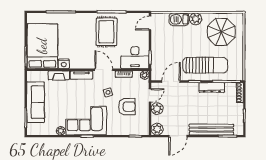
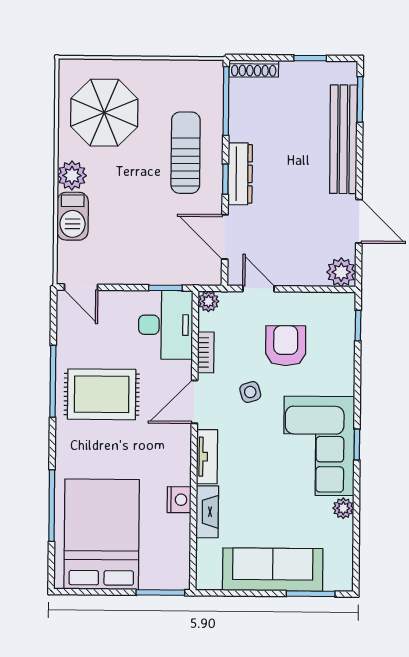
bed: (42, 46) -> (102, 534), moved, turned 90
sun lounger: (205, 65) -> (186, 153), width x0.73, depth x0.75
dresser: (212, 88) -> (240, 174), moved
plant: (157, 109) -> (291, 272), removed

